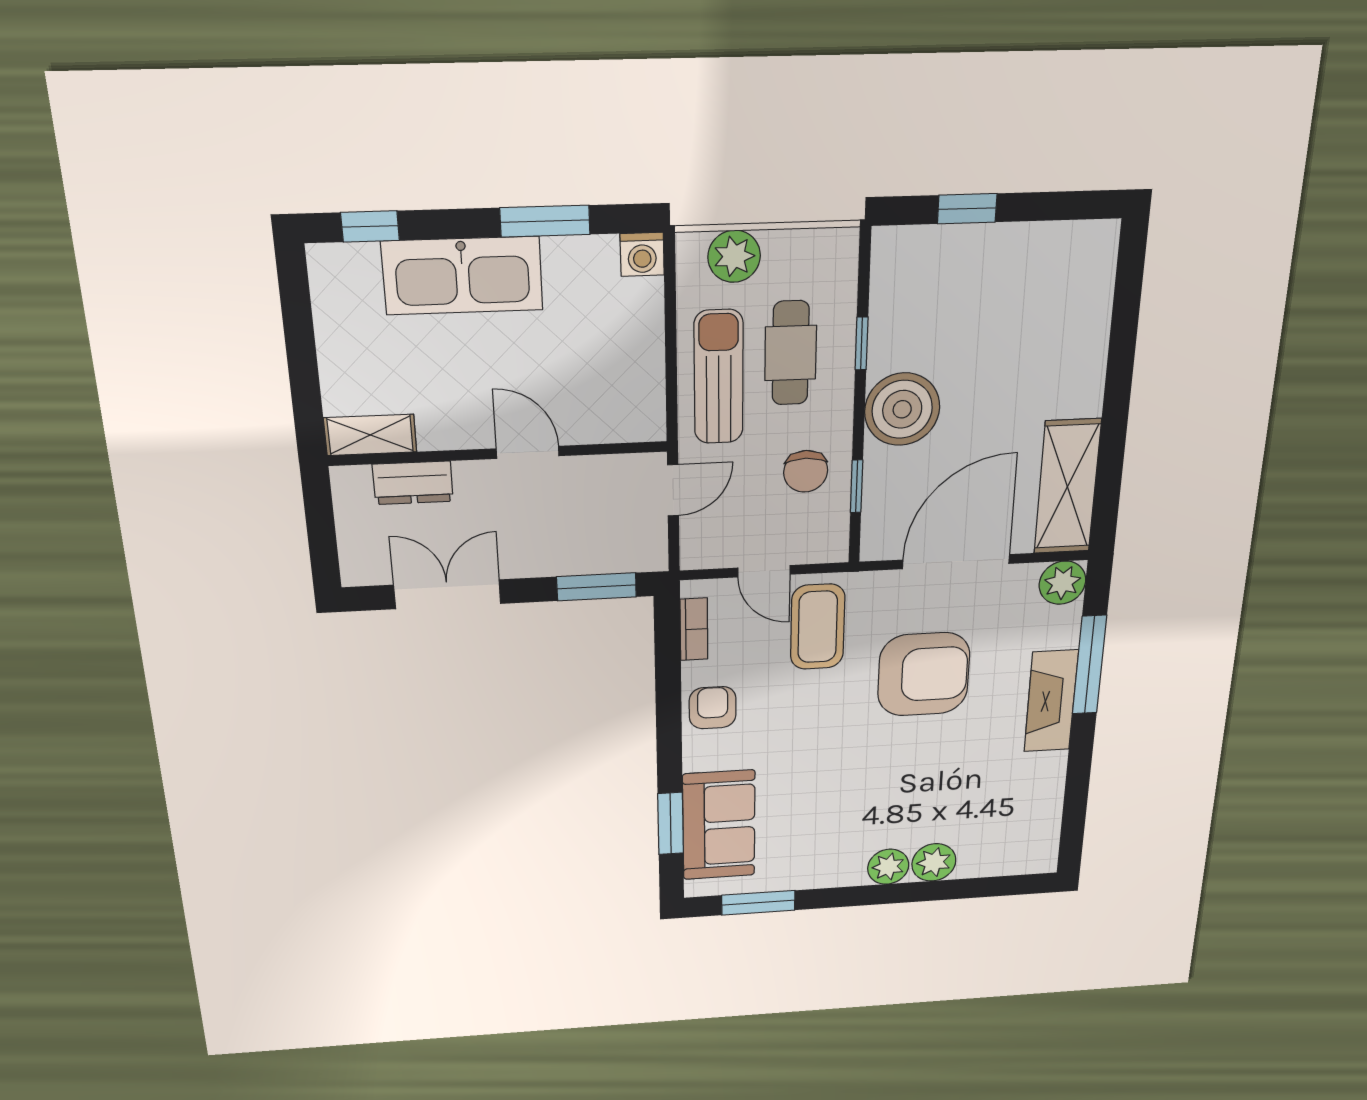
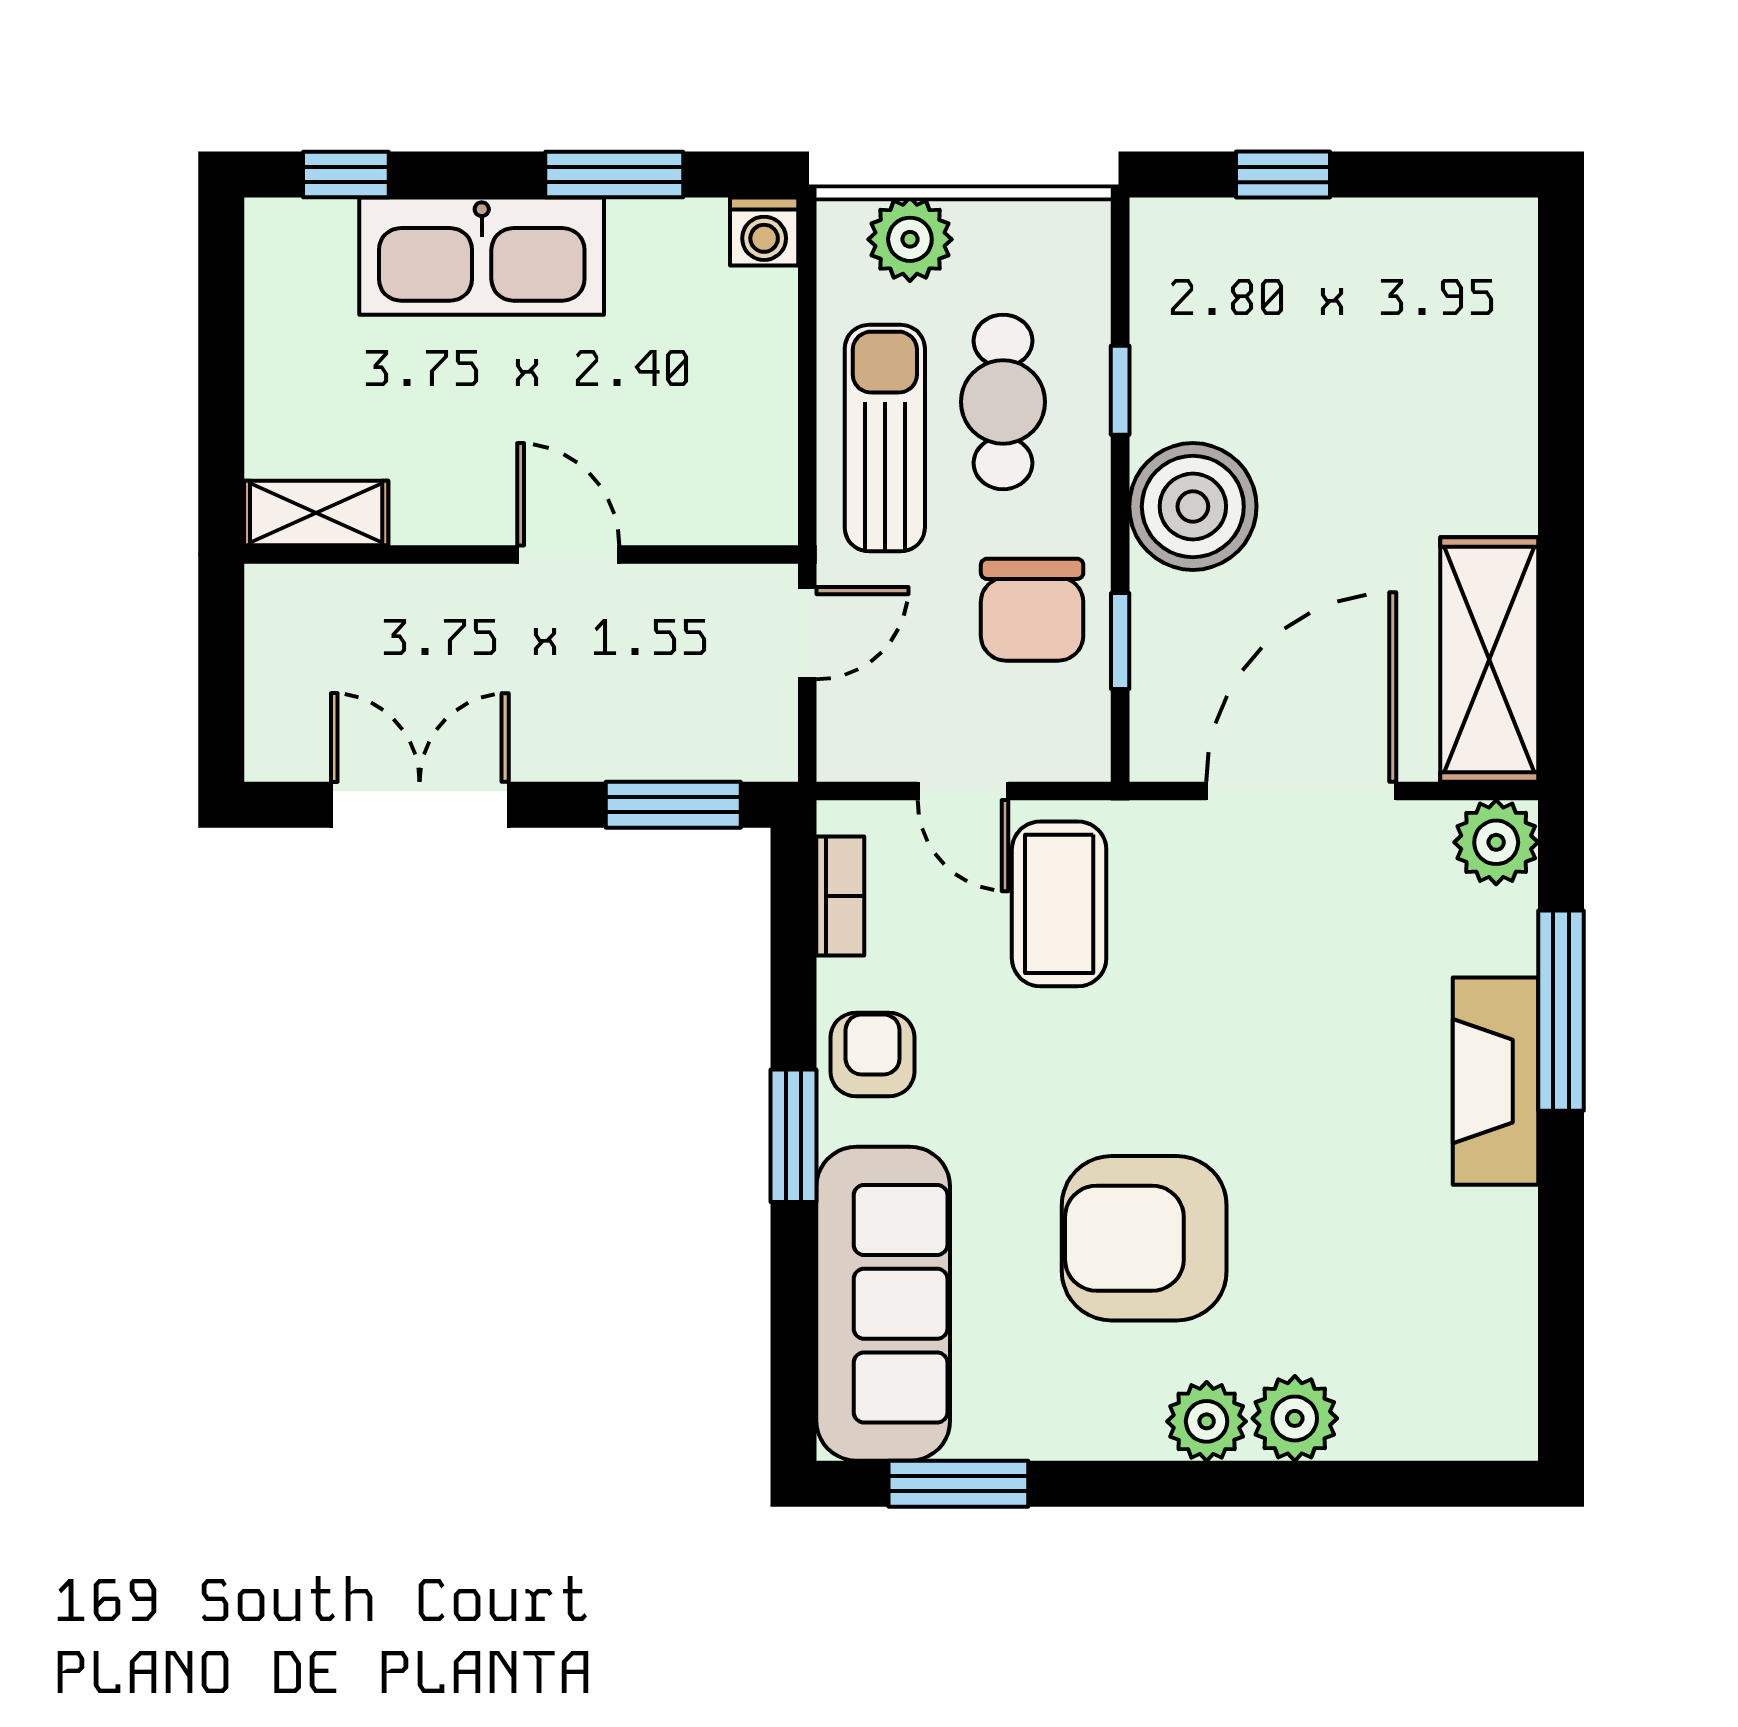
chair: (806, 471) -> (1032, 610), width x1.37, depth x1.37
dresser: (413, 483) -> (378, 599), removed
armchair: (924, 674) -> (1144, 1238), moved, turned 180
window: (671, 823) -> (794, 1136), moved
sofa: (719, 825) -> (883, 1304), width x1.36

